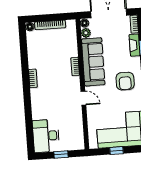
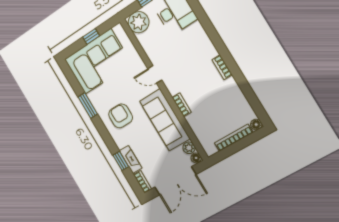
plant: (76, 141) -> (139, 22), added

